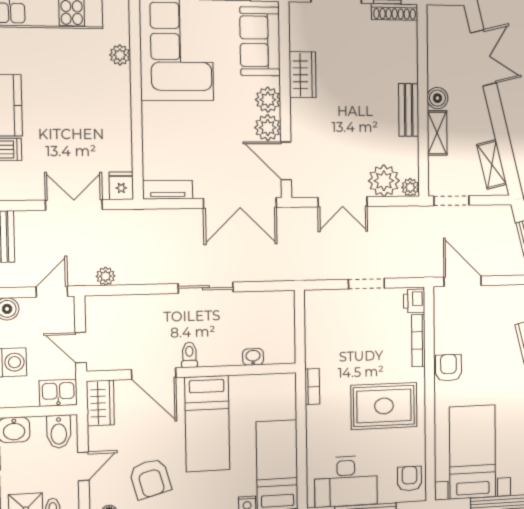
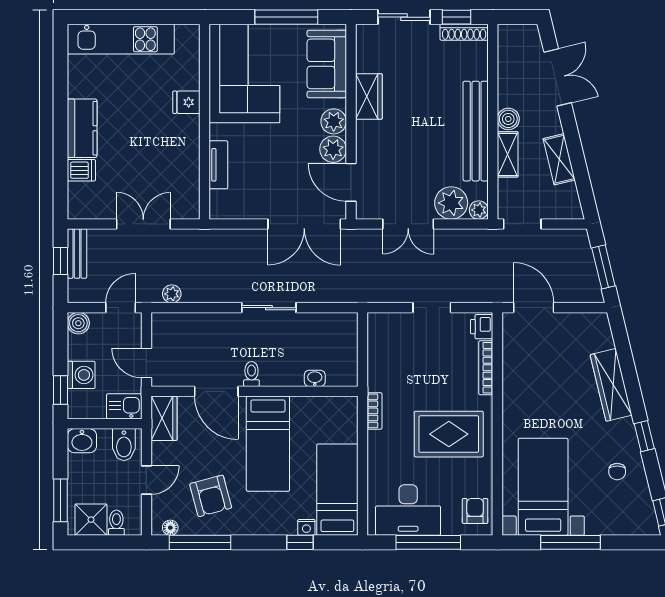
plant: (120, 55) -> (190, 79), removed
bench: (409, 110) -> (476, 131), width x1.86, depth x1.21
shelving: (492, 164) -> (559, 159), moved
fridge: (121, 186) -> (186, 102), moved, turned -90
tv unit: (168, 190) -> (218, 165), moved, turned 90
armchair: (448, 368) -> (518, 397), removed

